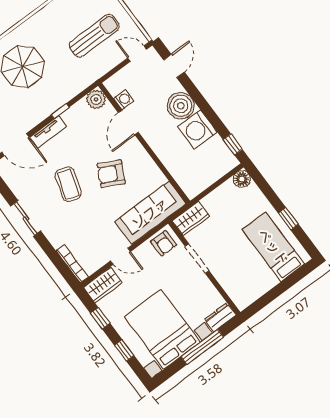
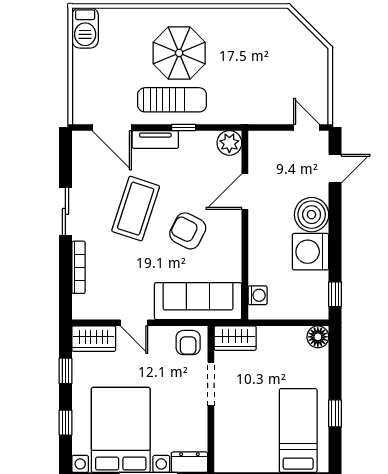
sun lounger: (94, 36) -> (172, 100), moved
washing machine: (124, 99) -> (258, 295), moved
coffee table: (68, 184) -> (136, 209), width x1.36, depth x1.32
bookcase: (72, 264) -> (79, 267), moved

